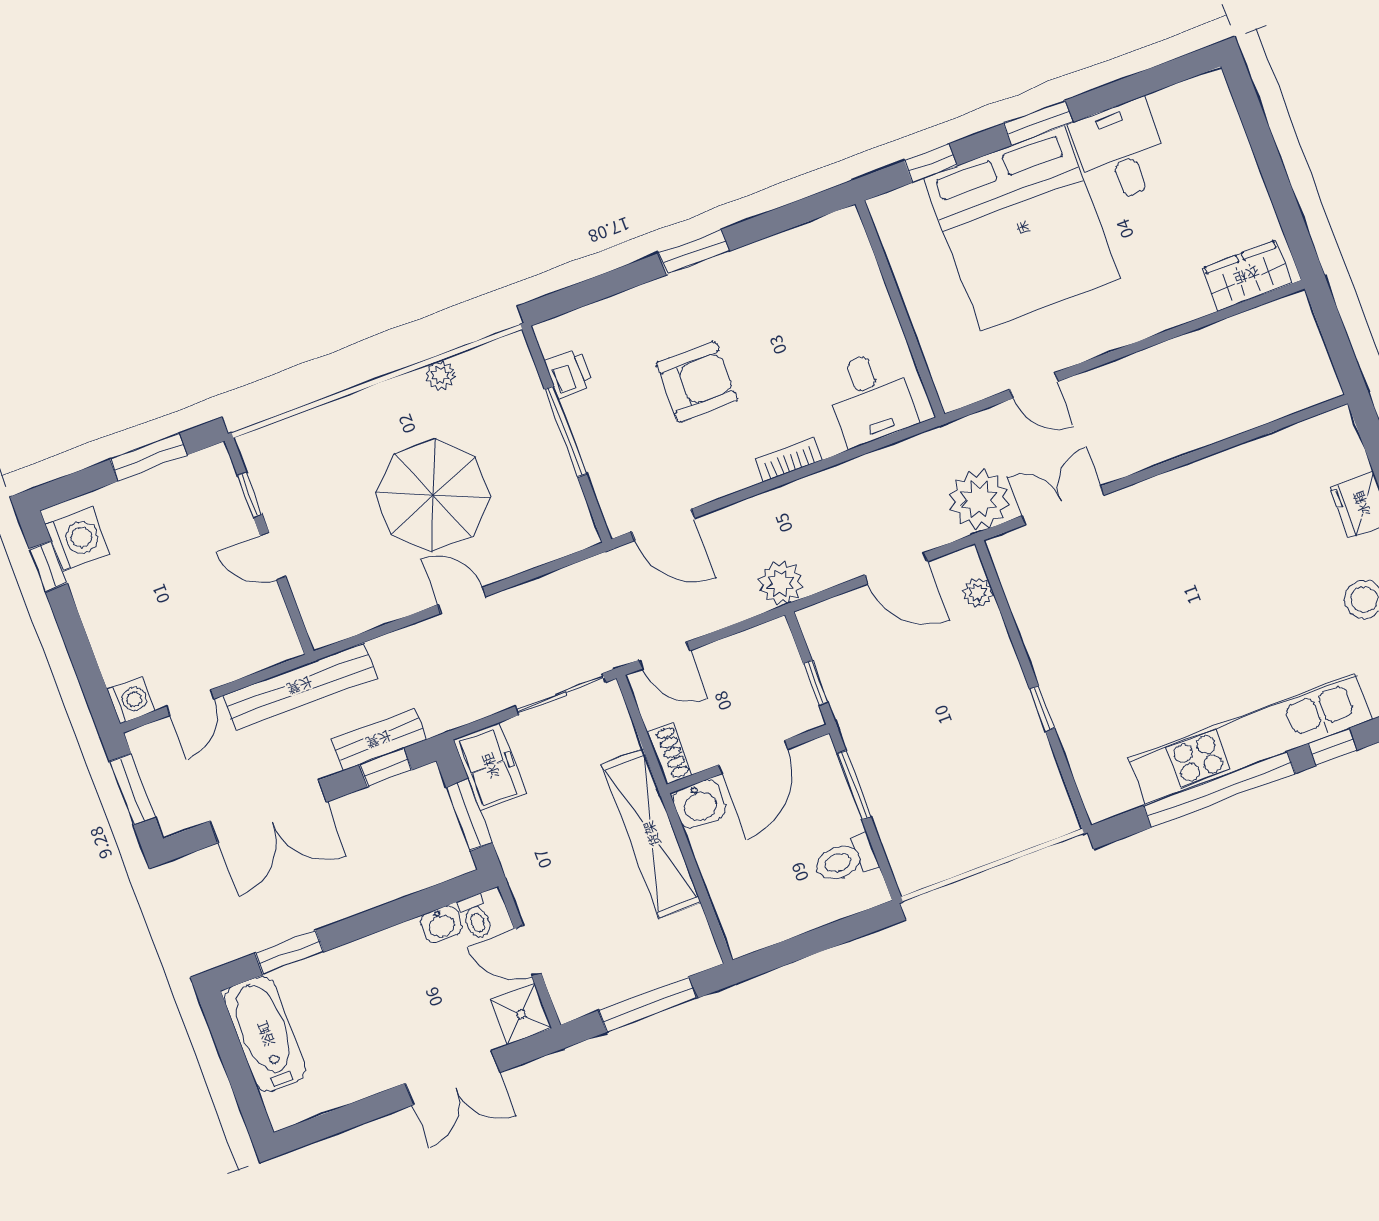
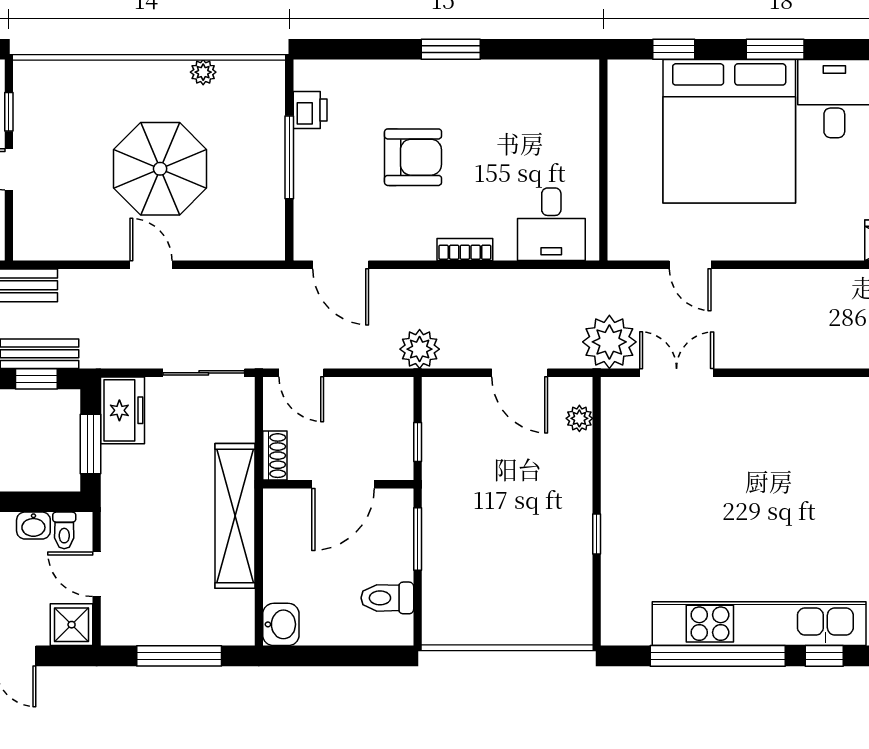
washbasin: (699, 804) -> (281, 624), moved, turned -90

